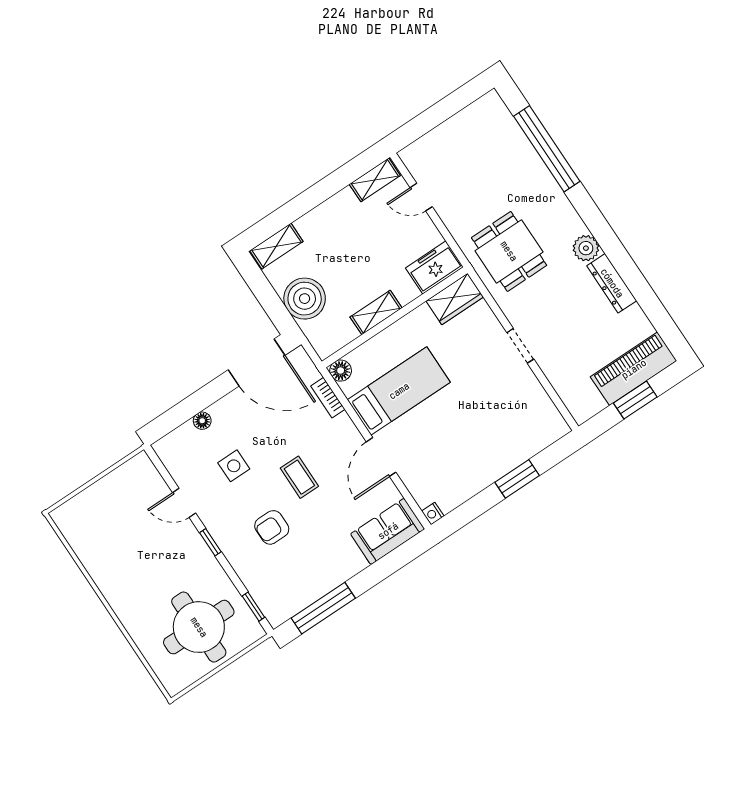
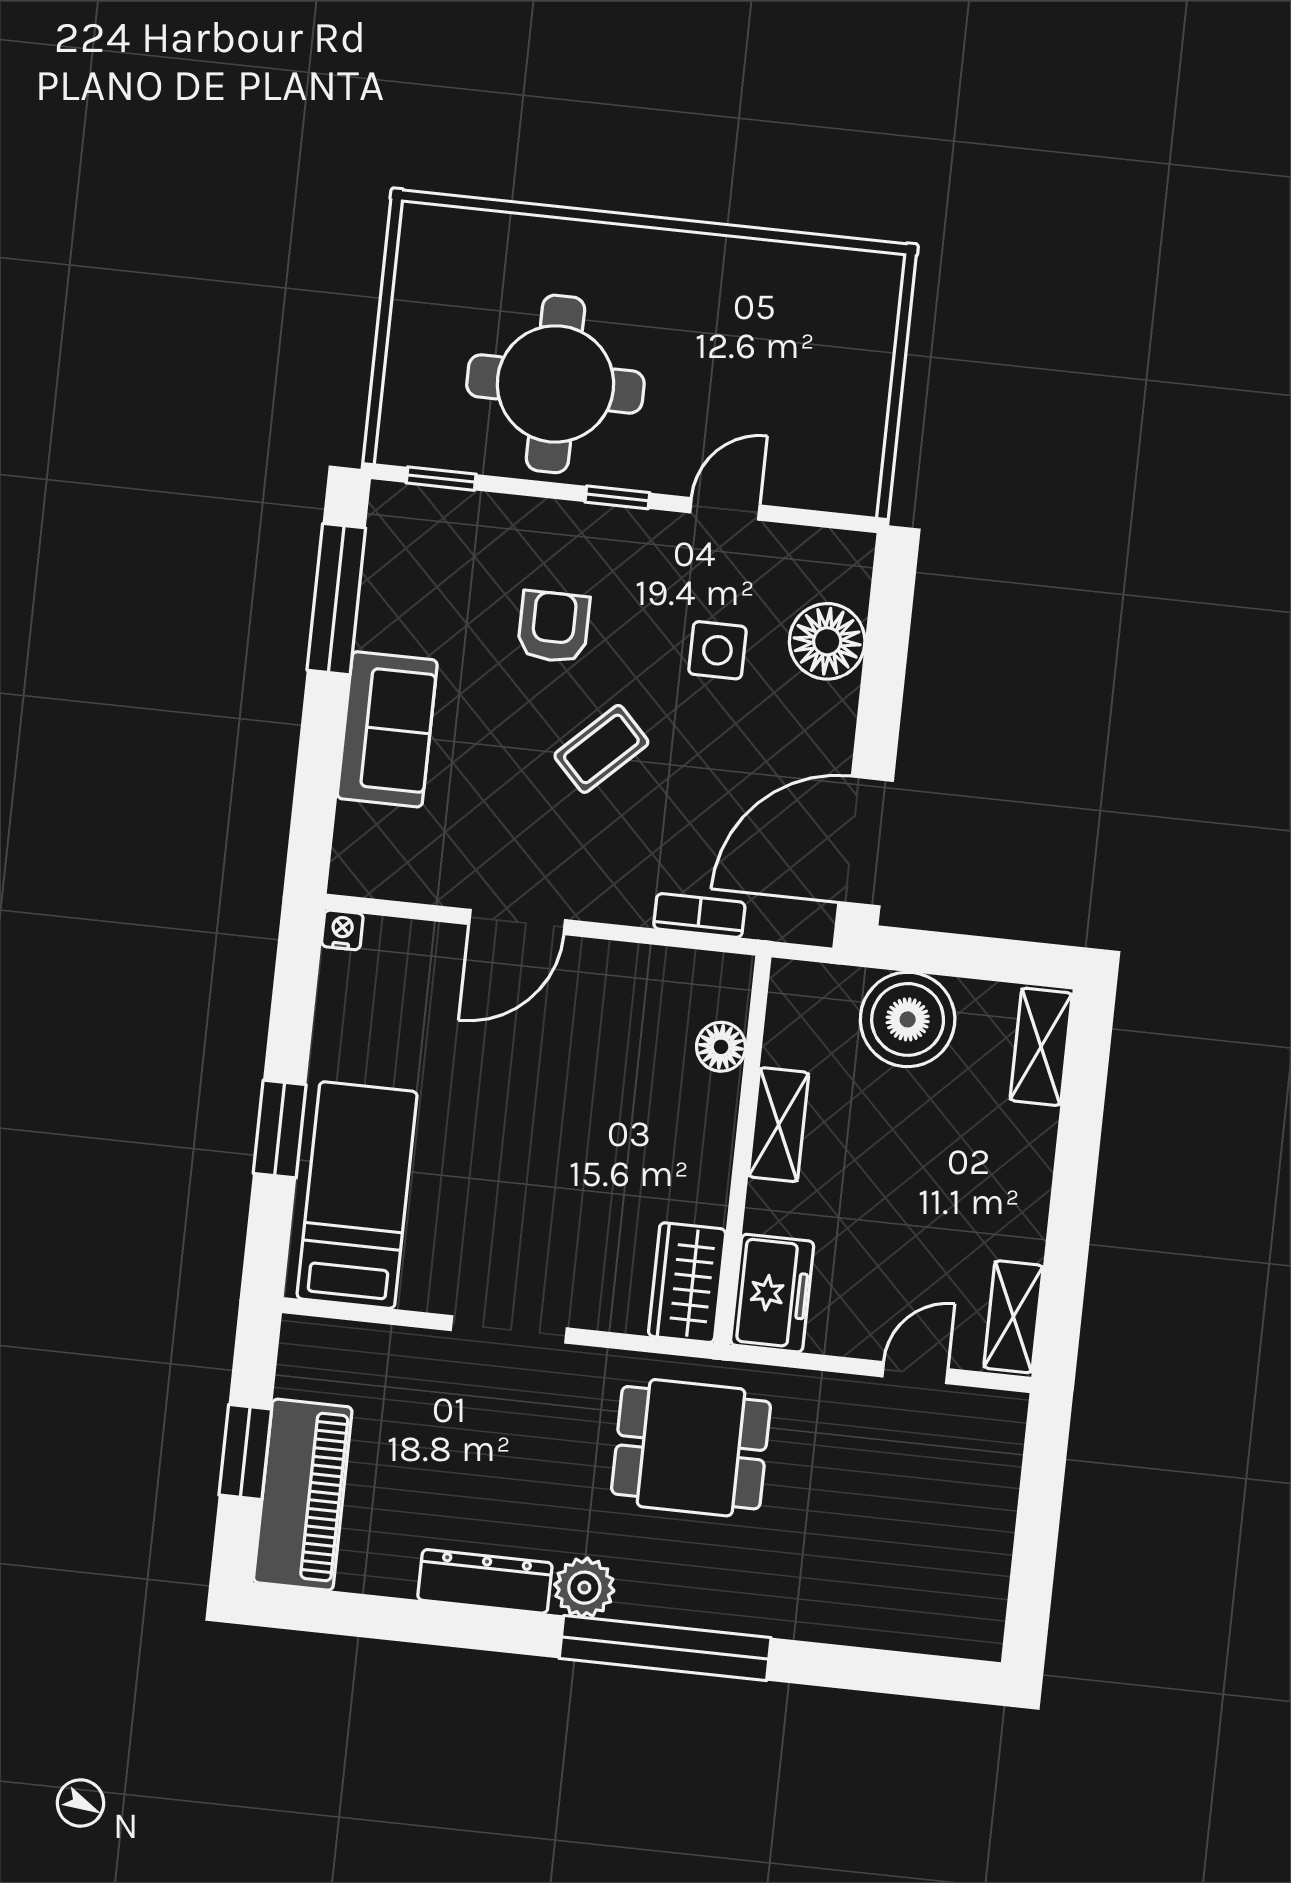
window: (547, 149) -> (665, 1648), moved
doorway: (520, 346) -> (509, 1329), width x1.38
floor lamp: (341, 371) -> (721, 1047), moved
bed: (399, 391) -> (357, 1195), moved, turned 180
floor lamp: (202, 421) -> (827, 641), width x1.89, depth x1.89
door: (381, 457) -> (517, 922), swing flipped
coffee table: (299, 477) -> (601, 749), turned -44
sofa: (388, 531) -> (387, 729), moved
round table: (199, 627) -> (555, 384), moved

